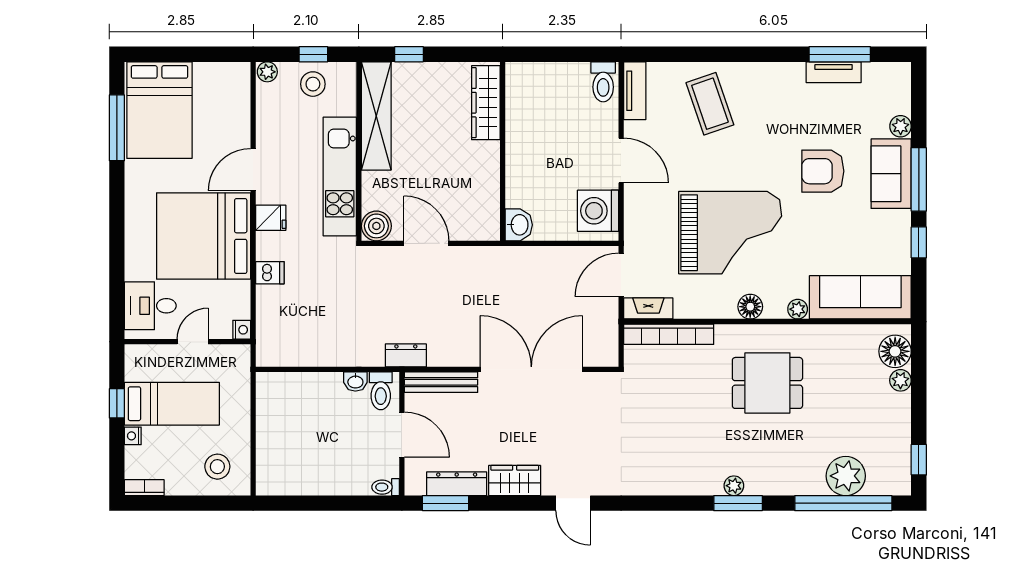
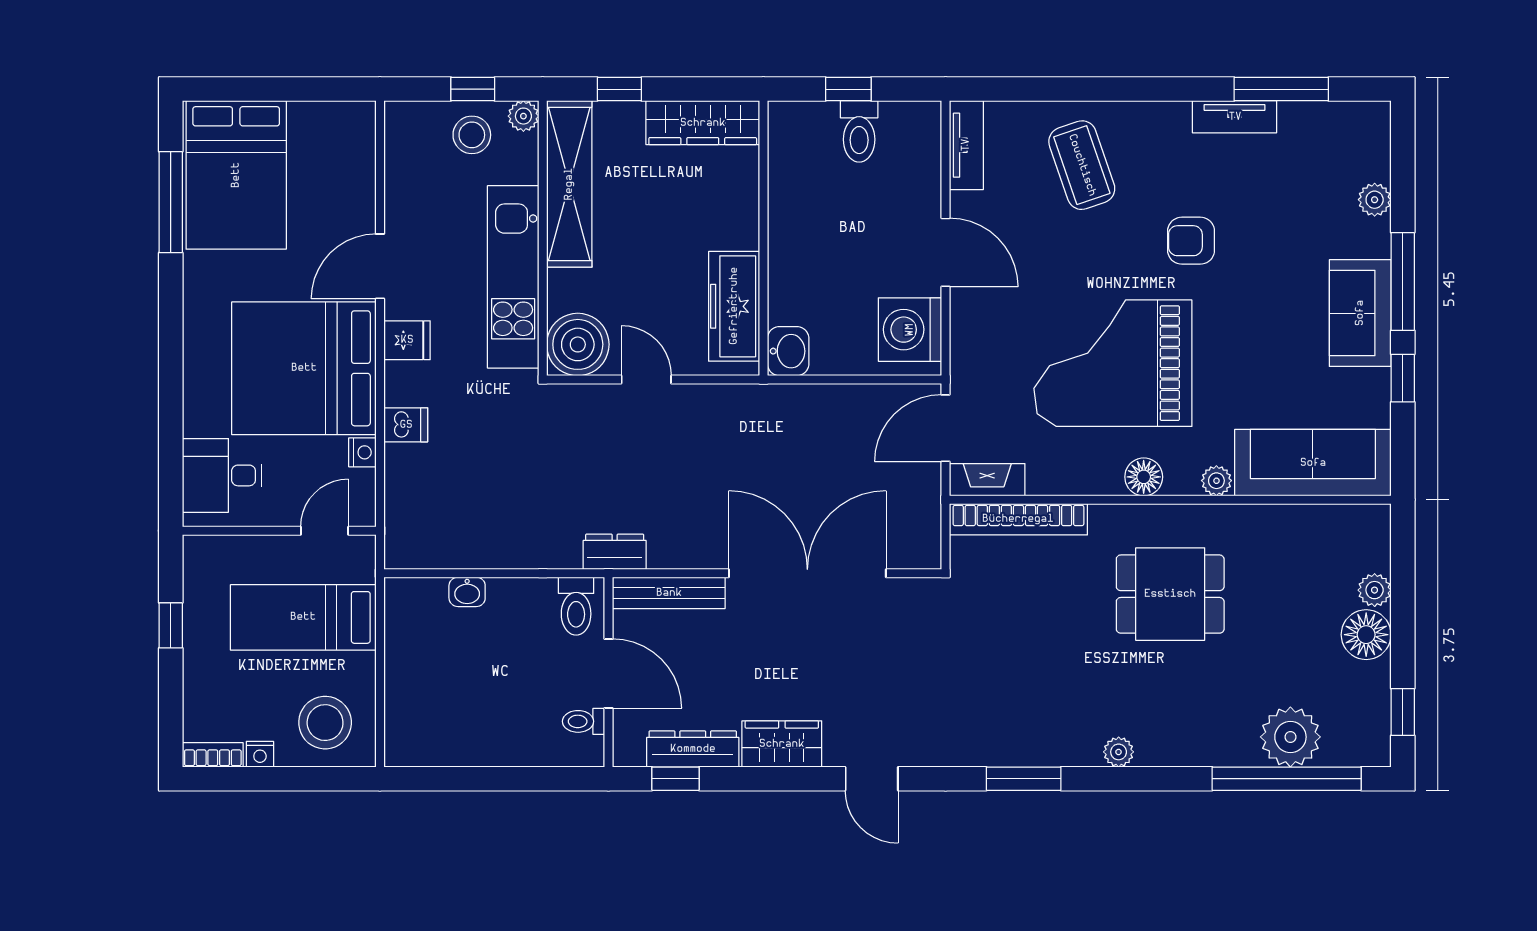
window: (558, 54) -> (848, 89), added
plant: (267, 72) -> (523, 116), moved
tv unit: (834, 72) -> (1235, 117), moved
toilet: (603, 82) -> (859, 131), moved
wardrobe: (486, 103) -> (703, 123), moved, turned -90
armchair: (823, 171) -> (1191, 241), moved, width x0.72, depth x0.72
sofa: (891, 174) -> (1360, 313), moved
freezer: (484, 196) -> (734, 306), added
boiler: (376, 226) -> (578, 344), width x1.37, depth x1.37
grand piano: (730, 233) -> (1113, 363), turned 180
door: (426, 243) -> (646, 380), width x0.73
nightstand: (242, 330) -> (362, 452), moved
door: (193, 342) -> (324, 531), moved
floor lamp: (895, 351) -> (1366, 635), moved
washbasin: (355, 381) -> (467, 592), moved
bed: (172, 404) -> (303, 617), moved, turned 180
nightstand: (133, 436) -> (260, 754), moved, turned -90
stool: (217, 467) -> (325, 723), width x1.38, depth x1.38
toilet: (386, 487) -> (584, 721), moved
window: (445, 503) -> (676, 779), width x0.67
window: (738, 503) -> (1024, 779), moved

